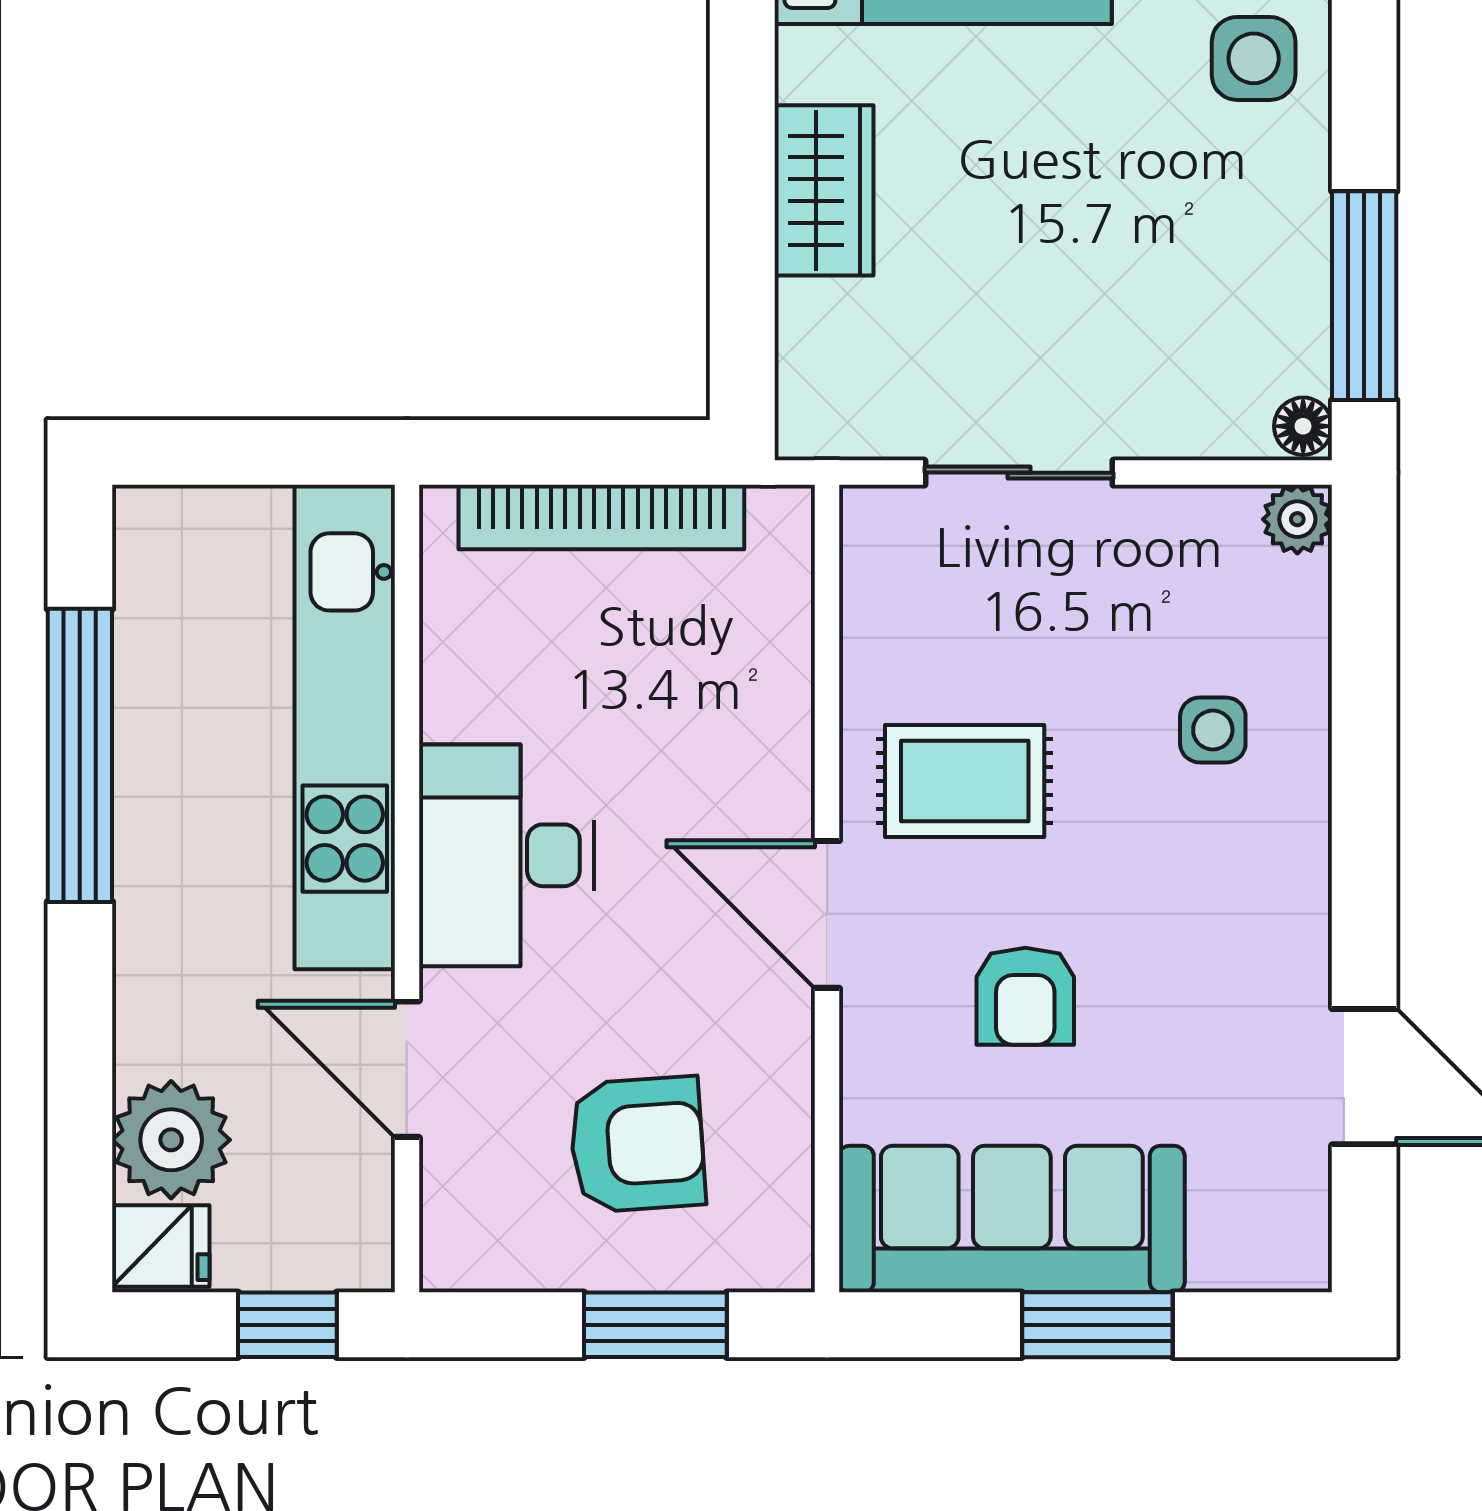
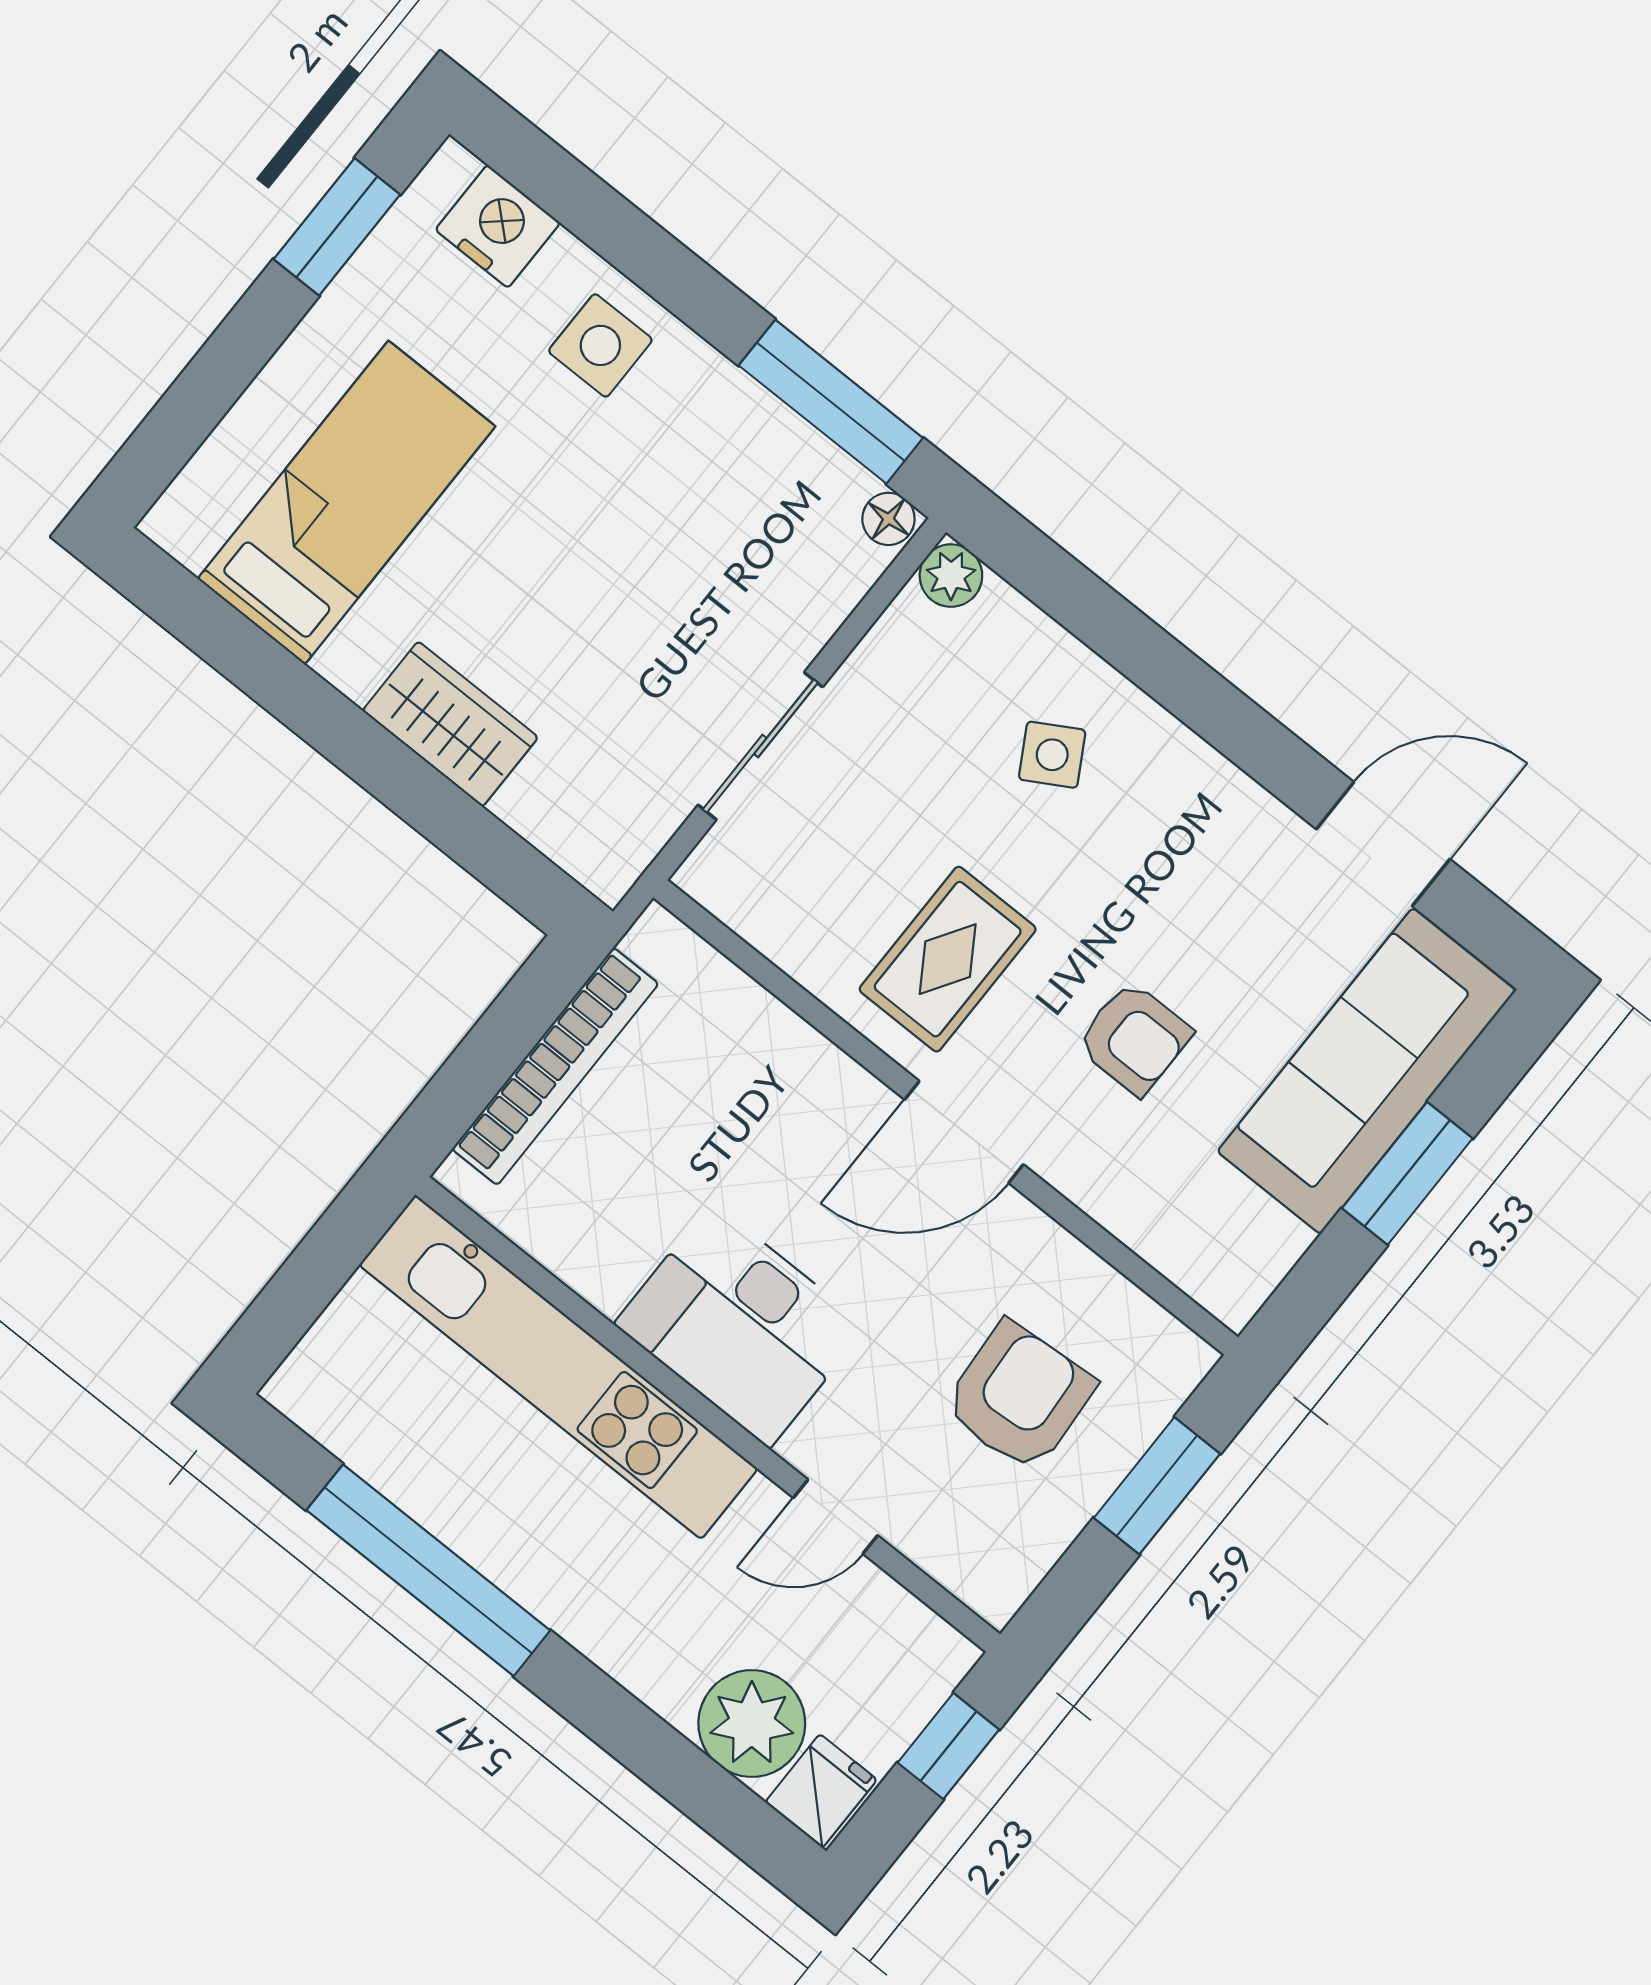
side table: (1213, 730) -> (1052, 755), turned -30
door: (407, 1069) -> (835, 1517), width x0.73
sofa: (1012, 1219) -> (1367, 1071), moved

